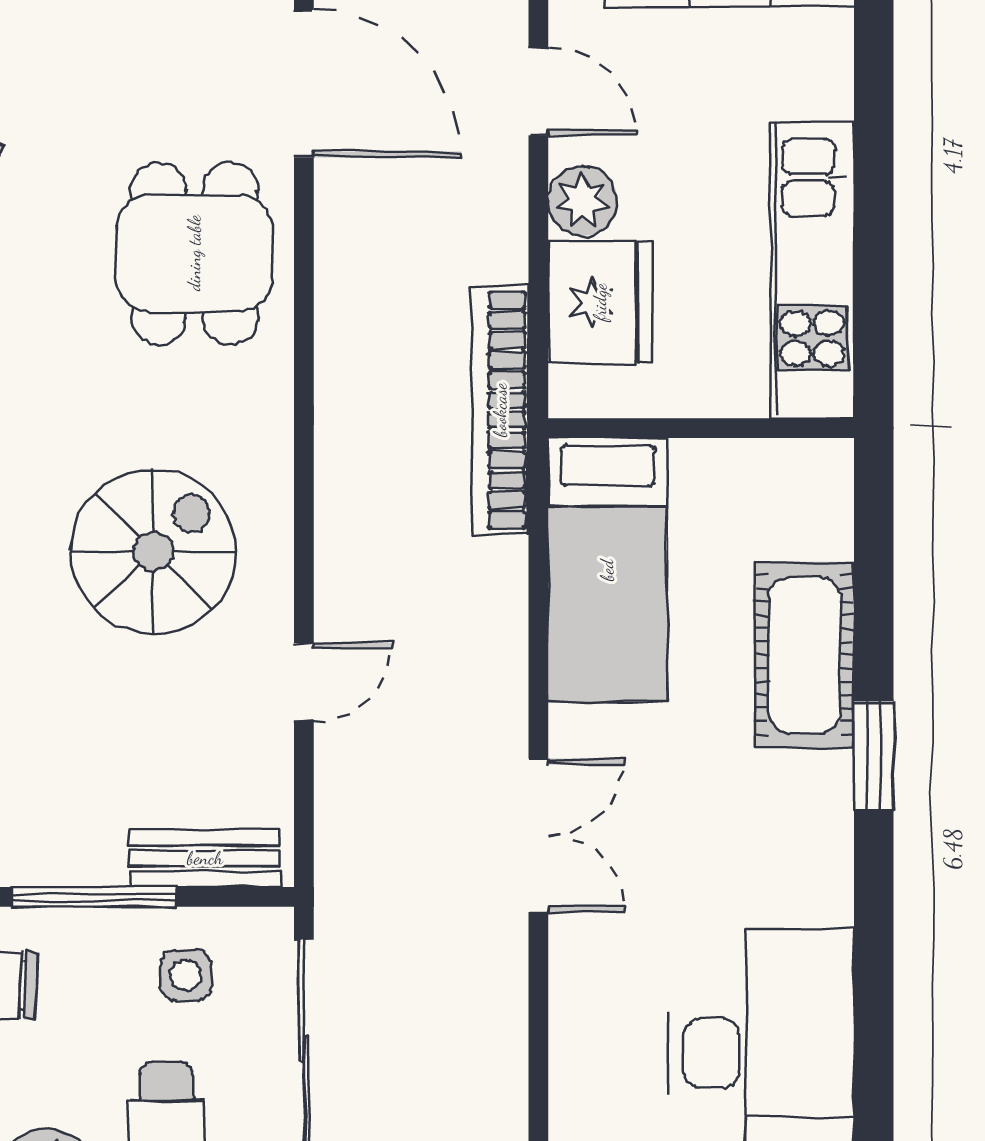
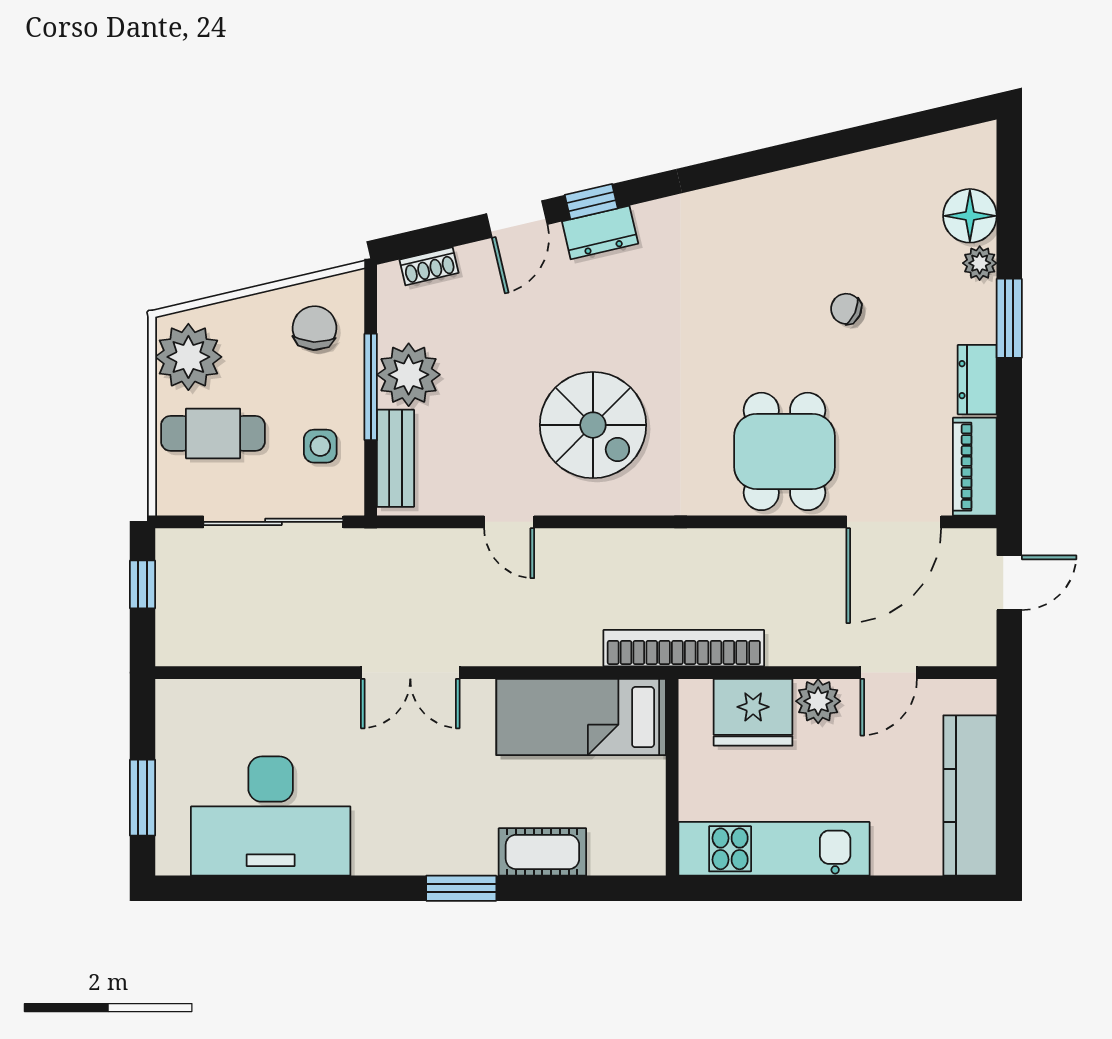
dining table: (194, 253) -> (784, 451), turned 90
cot: (805, 655) -> (542, 852), width x0.73, depth x0.75
plant: (75, 838) -> (409, 375), added

